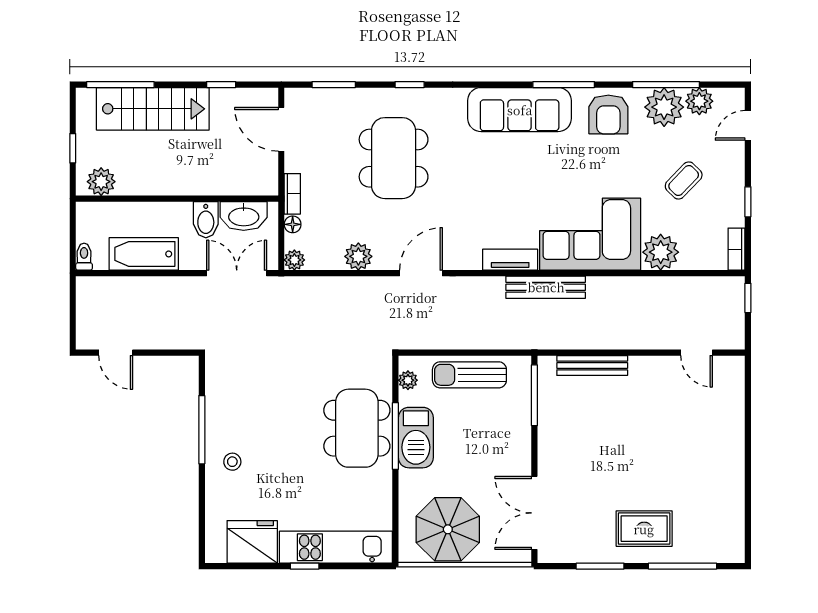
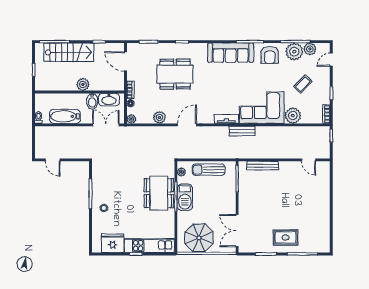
dining table: (394, 158) -> (175, 74), turned 90
plant: (101, 182) -> (83, 84), moved
bench: (546, 287) -> (242, 131), width x0.73

